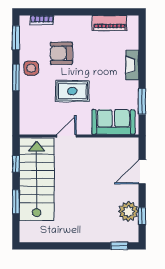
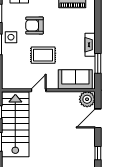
fireplace: (132, 65) -> (90, 45), moved
plant: (128, 211) -> (87, 99), moved

